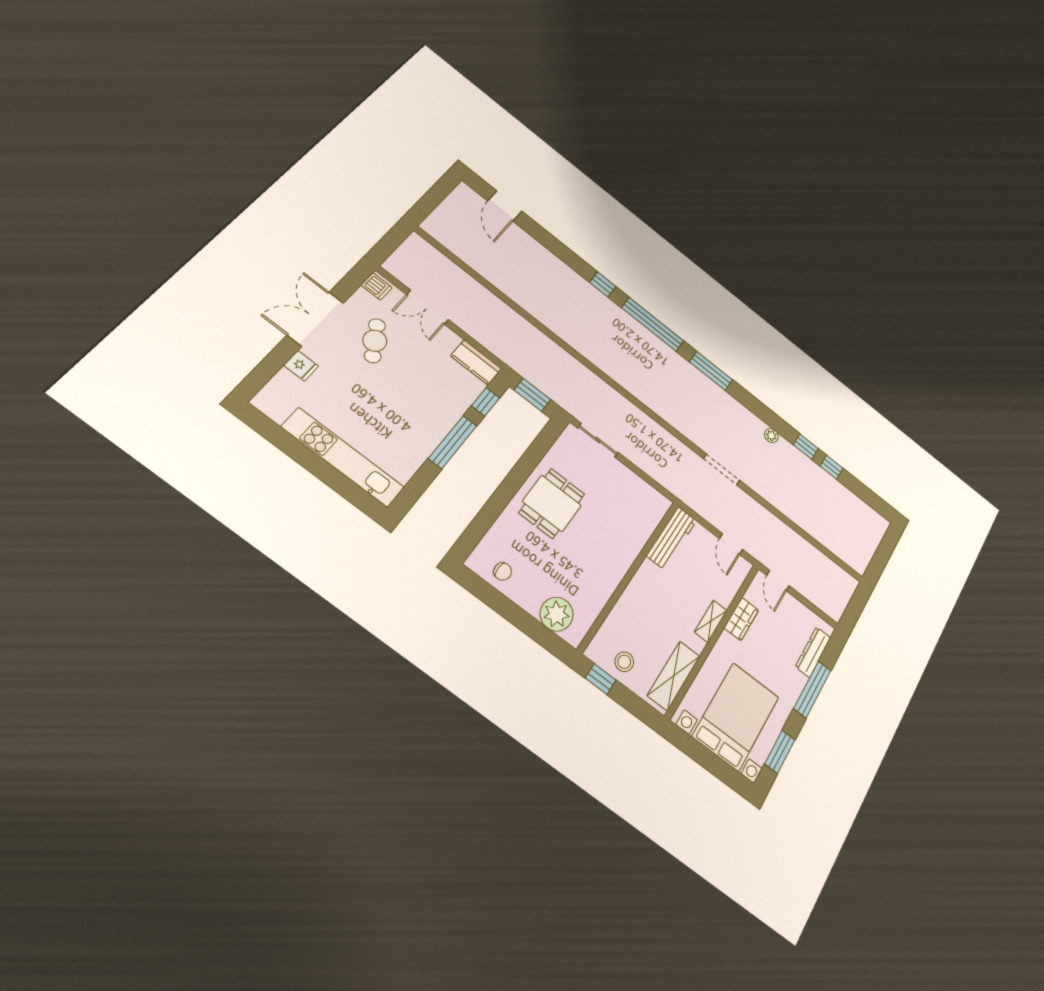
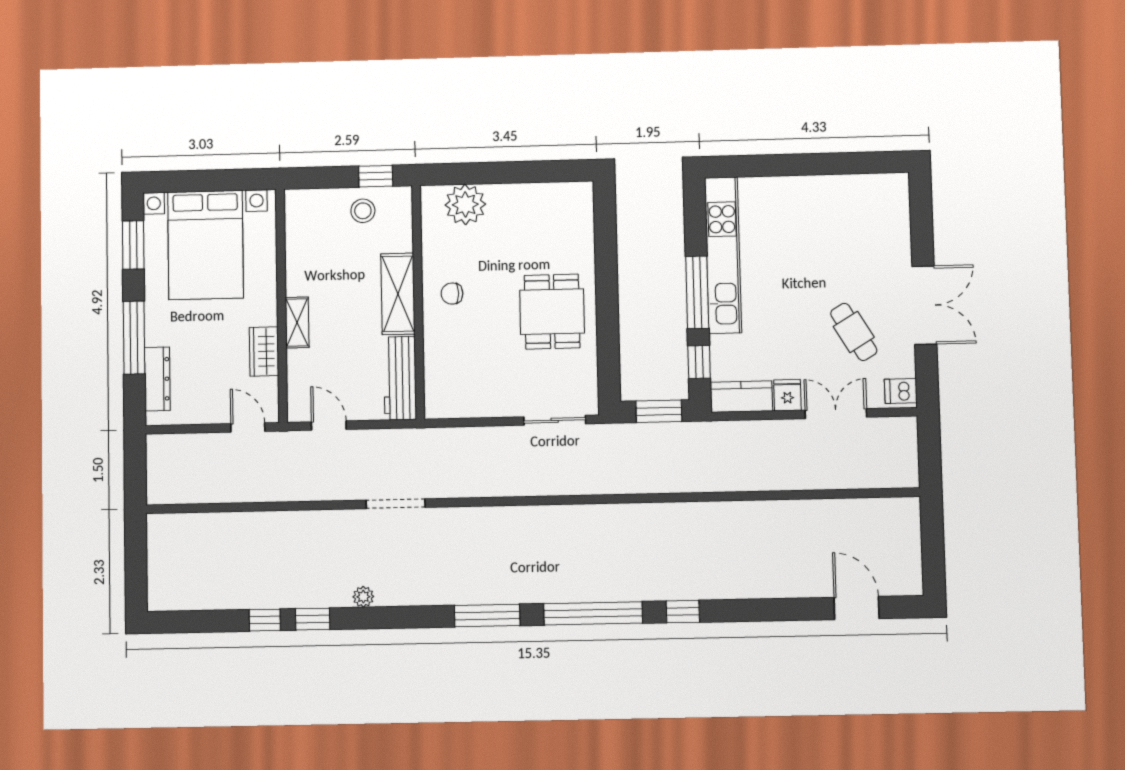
fridge: (301, 366) -> (787, 395), moved, turned 90
kitchen unit: (343, 457) -> (723, 255), moved, turned -90
chair: (503, 571) -> (452, 294), moved
shelving: (674, 676) -> (398, 294), moved

